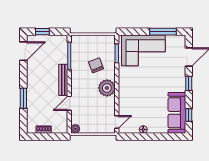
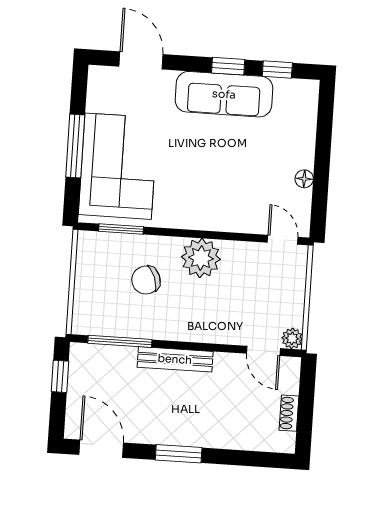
window: (42, 32) -> (60, 376), moved
window: (163, 32) -> (75, 146), moved
window: (189, 83) -> (228, 66), moved
window: (23, 98) -> (179, 454), moved
door: (69, 103) -> (263, 351), moved
sofa: (177, 113) -> (224, 94), moved

